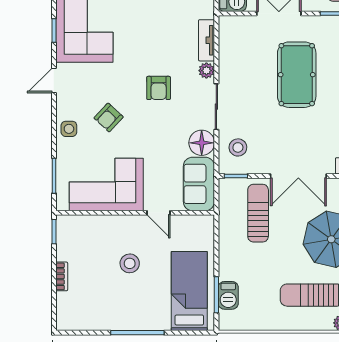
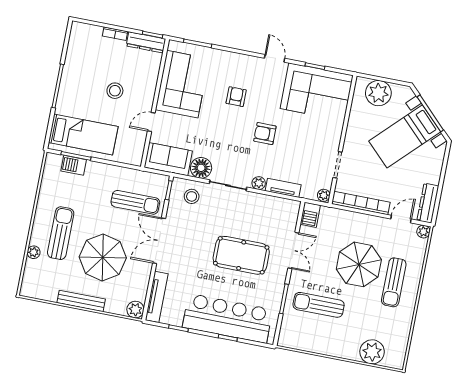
armchair: (159, 88) -> (265, 134), moved
armchair: (109, 117) -> (236, 97), turned 47
side table: (69, 129) -> (233, 63), removed
dresser: (65, 238) -> (146, 42), added

